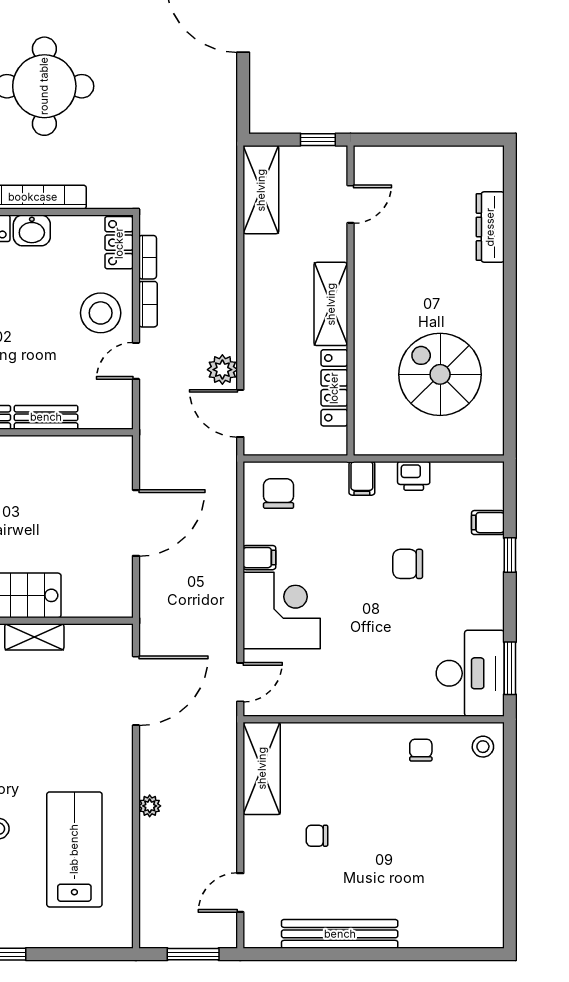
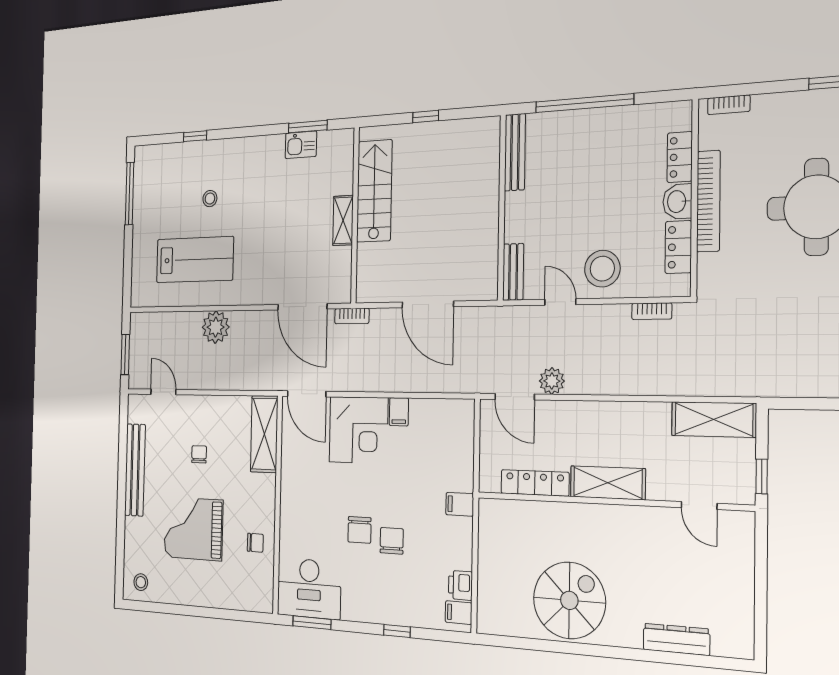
locker: (119, 243) -> (678, 247), moved, turned -90
bookcase: (148, 304) -> (352, 316), moved
spiral stairs: (440, 374) -> (569, 600), moved
door: (240, 413) -> (515, 397), swing flipped
bench: (46, 417) -> (513, 272), moved
printer: (414, 476) -> (460, 585), moved
chair: (279, 493) -> (359, 530), moved, turned 90
filing cabinet: (488, 523) -> (459, 613), moved, turned -90
door: (240, 682) -> (307, 394), width x1.38
stool: (483, 747) -> (141, 582), moved
shelving: (262, 768) -> (264, 434), moved, turned 90
plant: (150, 806) -> (216, 327), width x1.88, depth x1.88
grand piano: (409, 841) -> (193, 529), added

